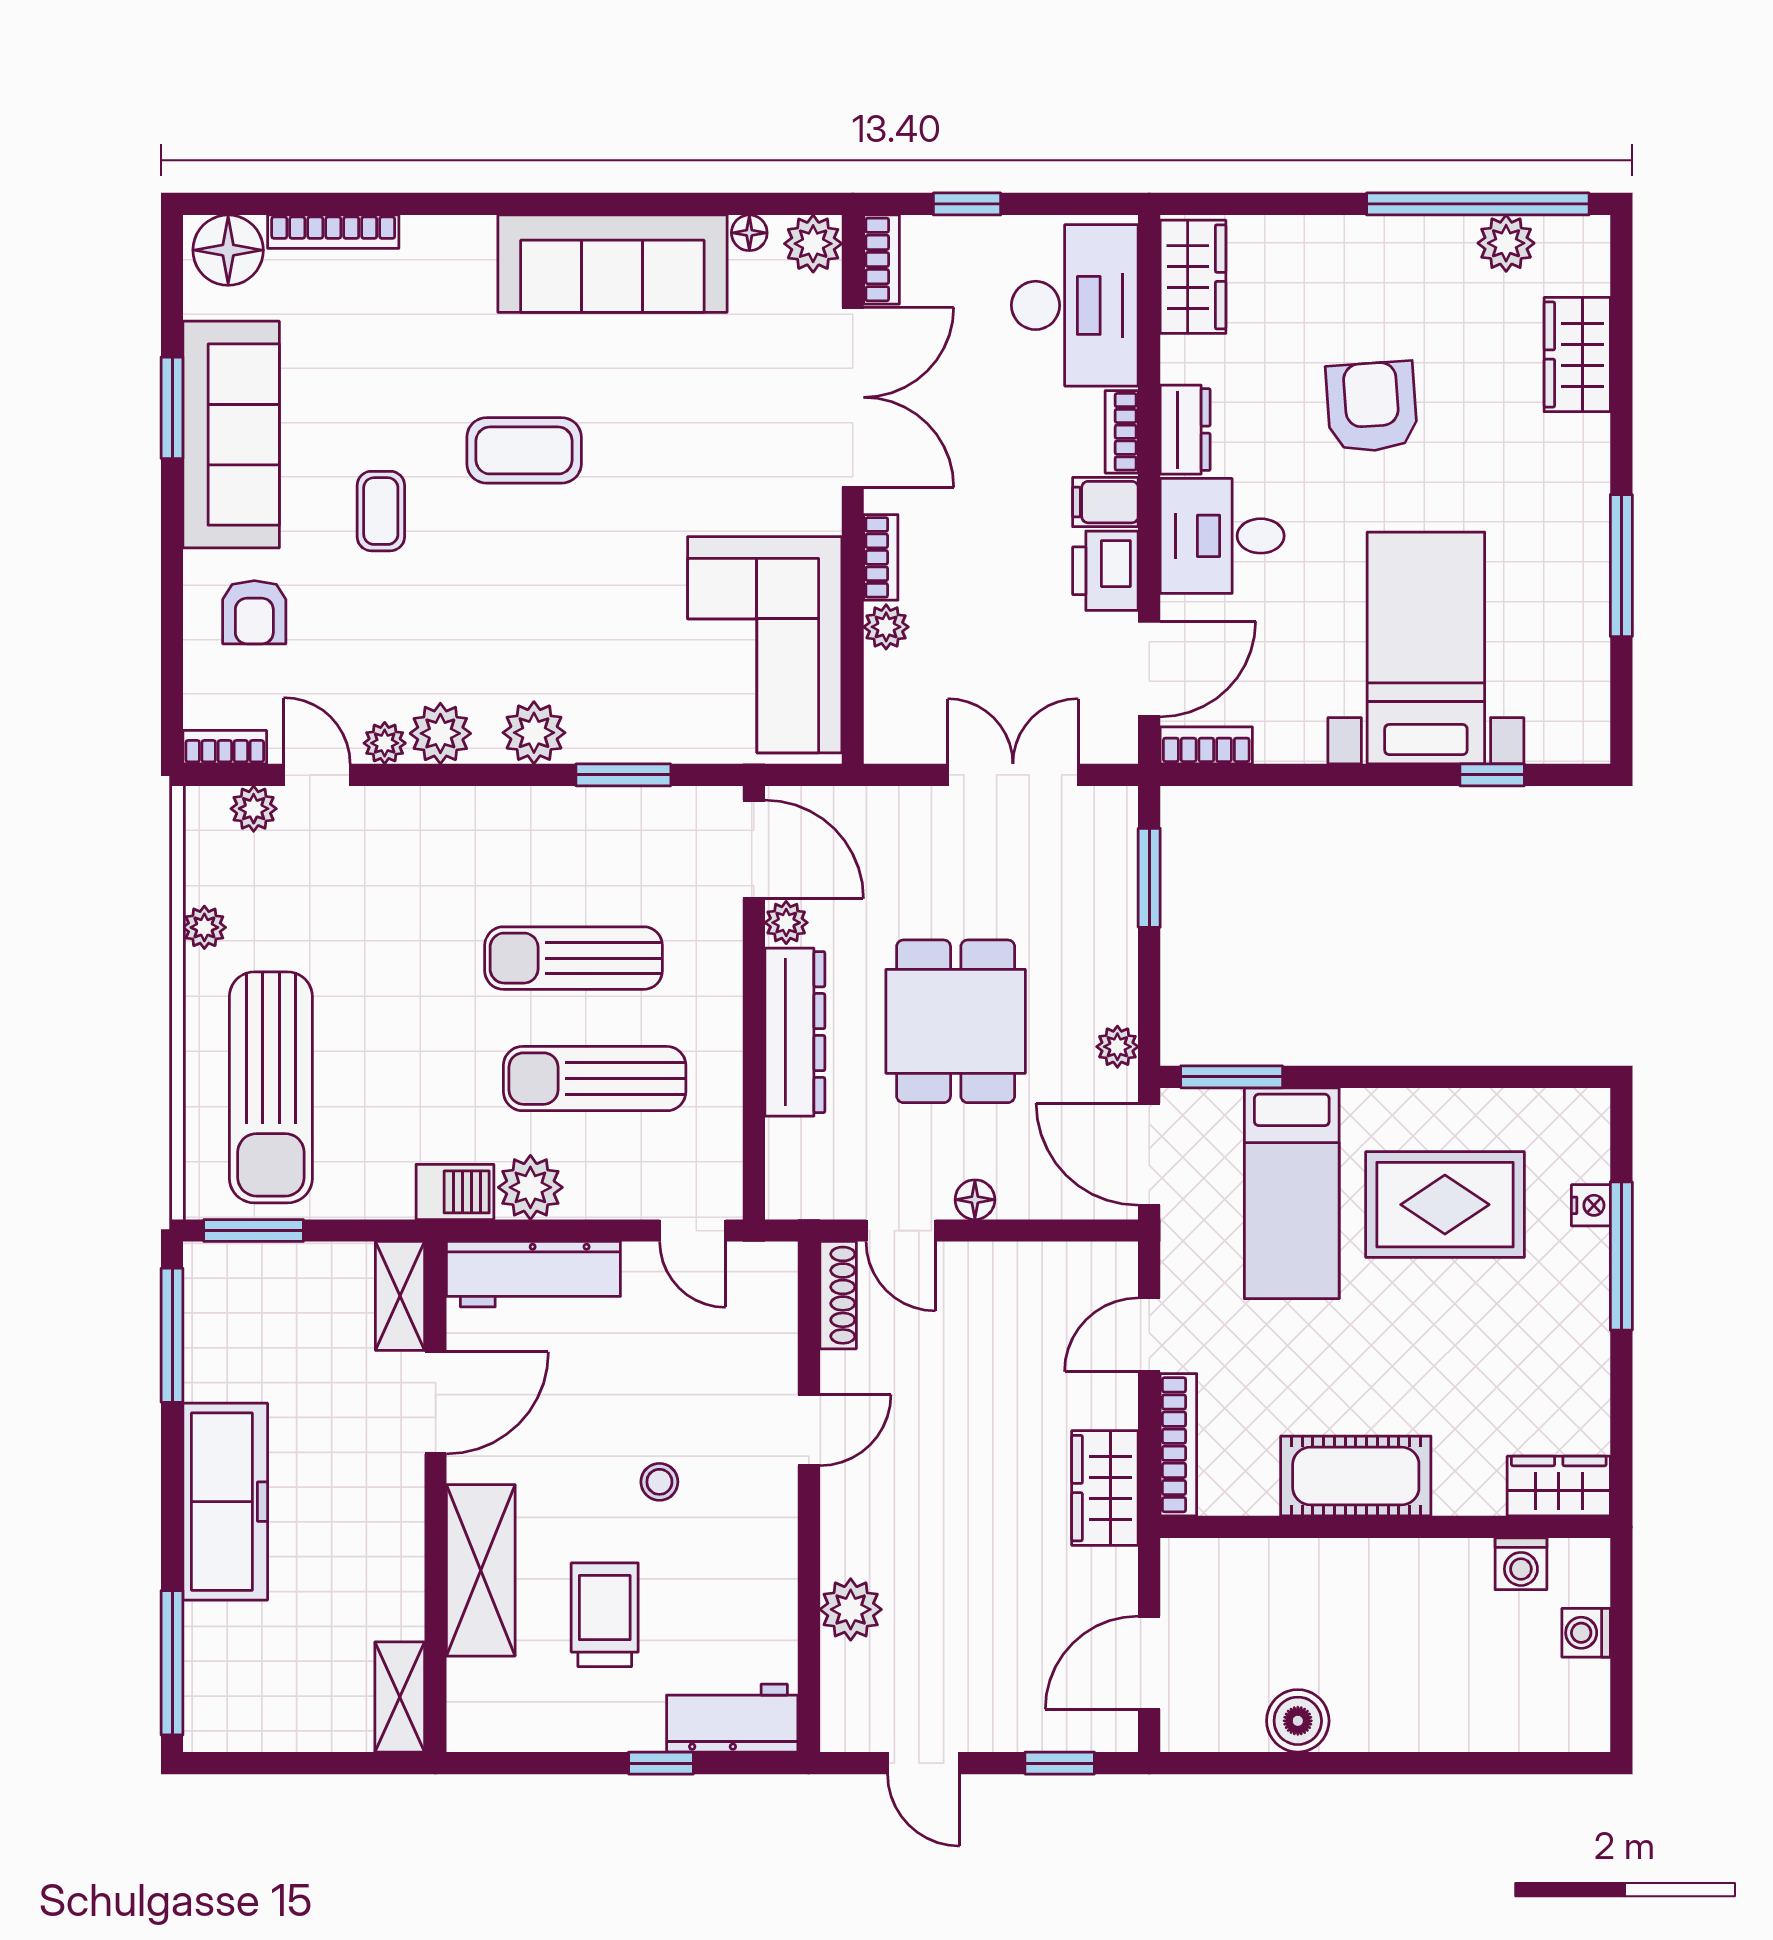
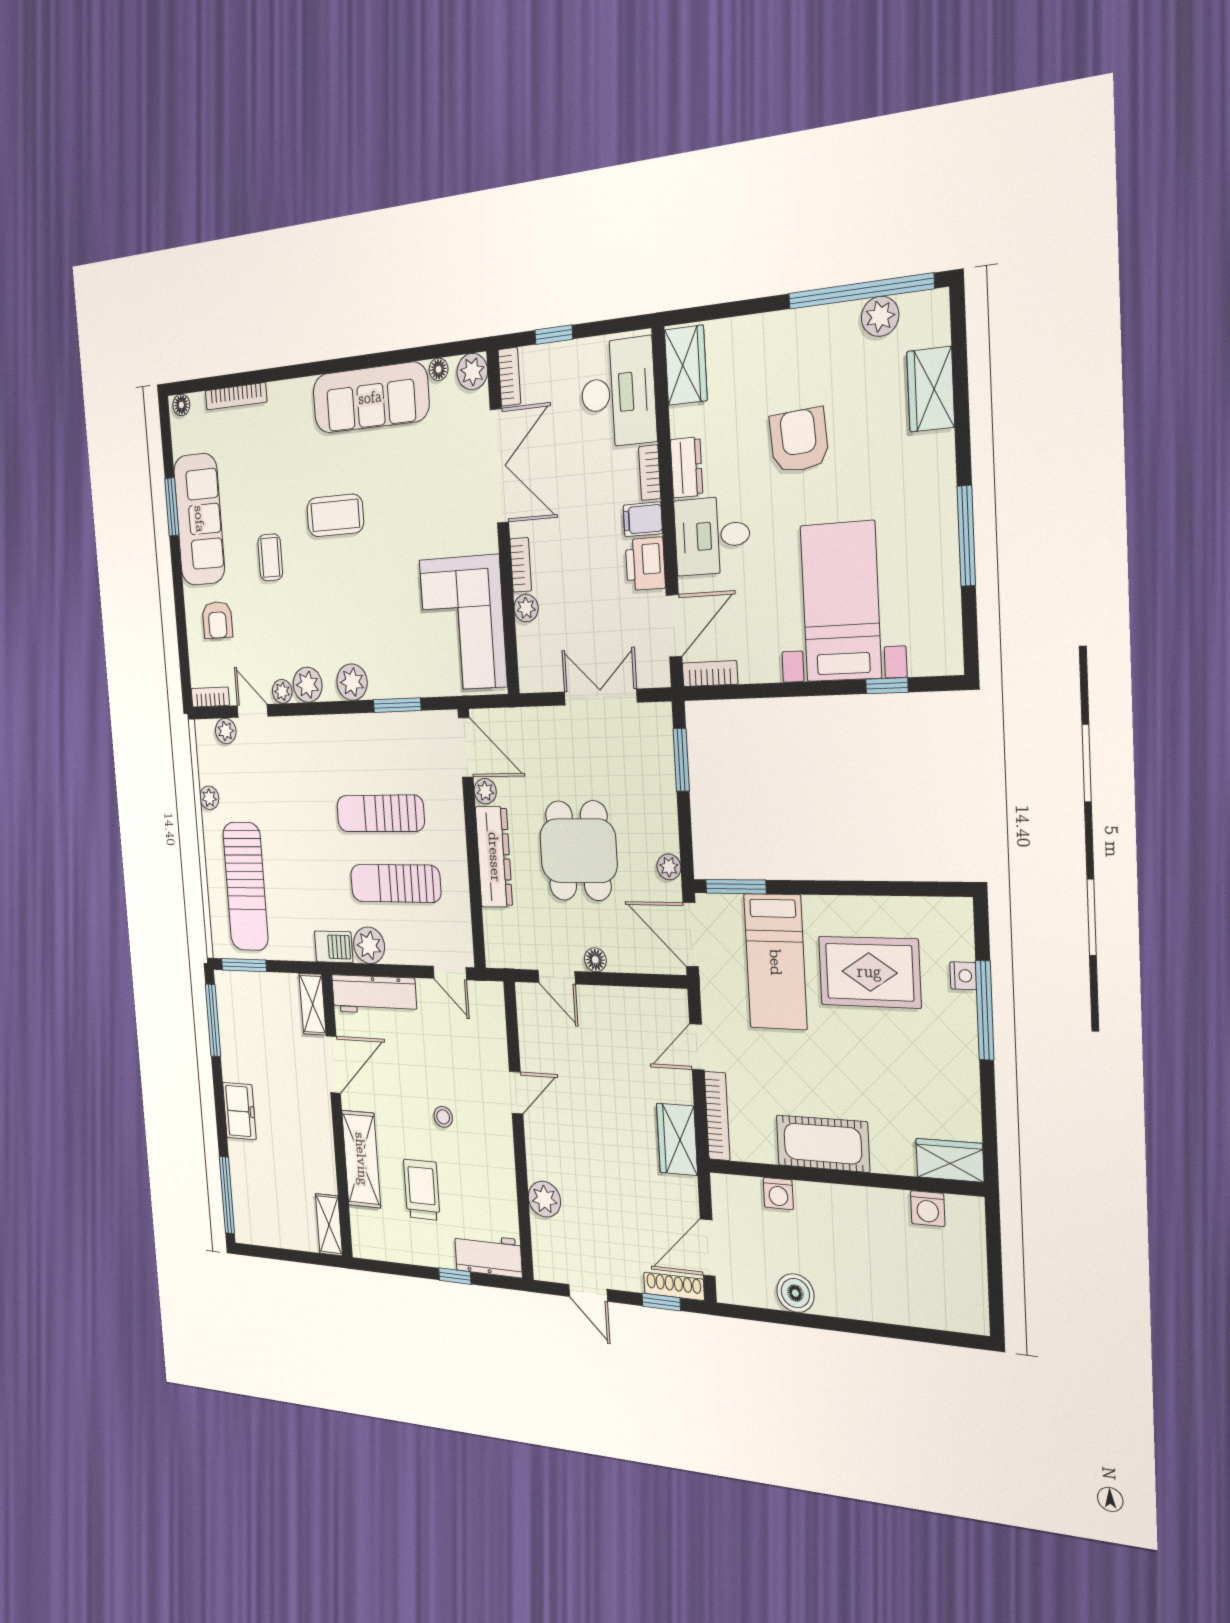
floor lamp: (228, 250) -> (181, 405), width x0.53, depth x0.53
shoe rack: (838, 1295) -> (674, 1286), moved, turned -90
freezer: (225, 1502) -> (239, 1111), width x0.52, depth x0.79
washing machine: (1586, 1633) -> (778, 1194), moved, turned -90

